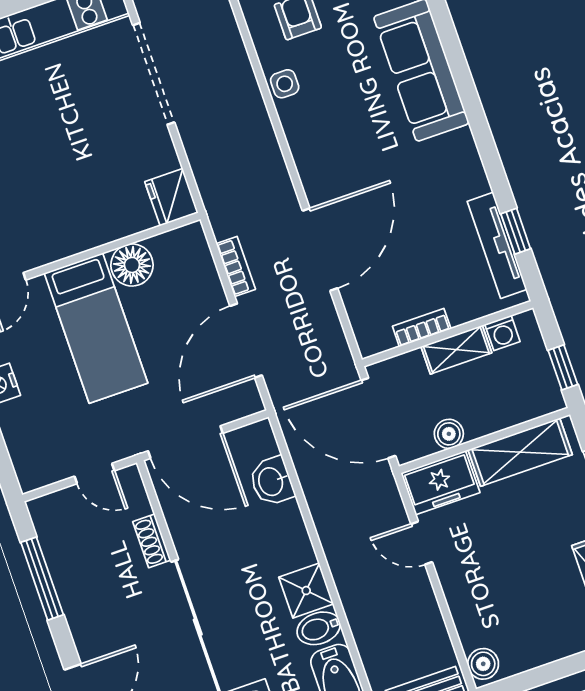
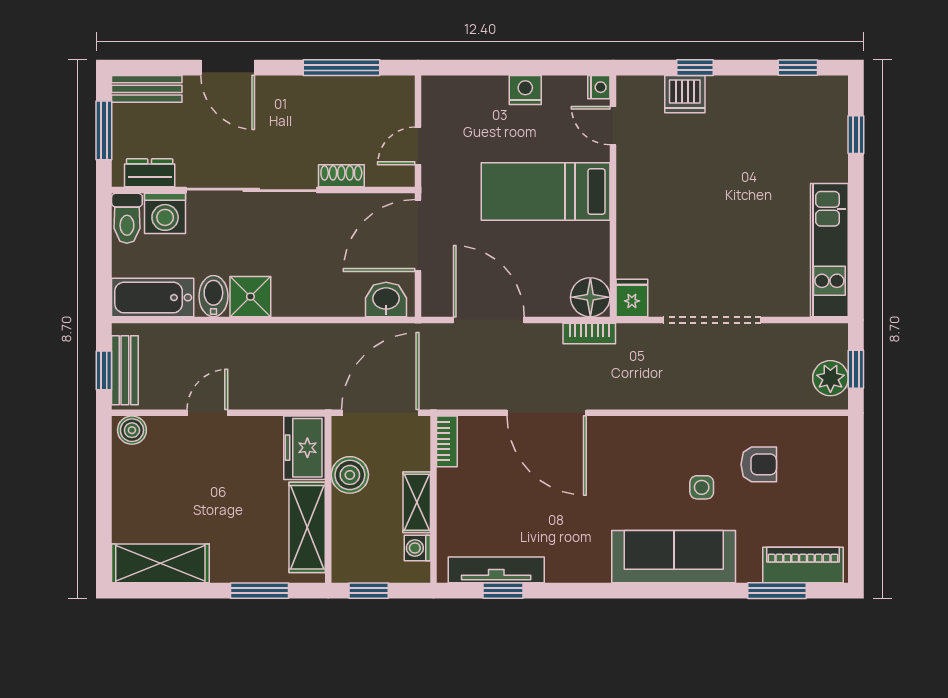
doorway: (154, 74) -> (712, 320), moved
side table: (285, 84) -> (702, 487), moved
fridge: (171, 197) -> (632, 298), width x0.72
floor lamp: (132, 265) -> (590, 297), moved
bookcase: (236, 266) -> (589, 333), moved
bookcase: (422, 328) -> (447, 441), moved
boiler: (449, 434) -> (350, 475), width x1.36, depth x1.36
washbasin: (272, 481) -> (386, 300), moved
door: (422, 543) -> (207, 413), moved

